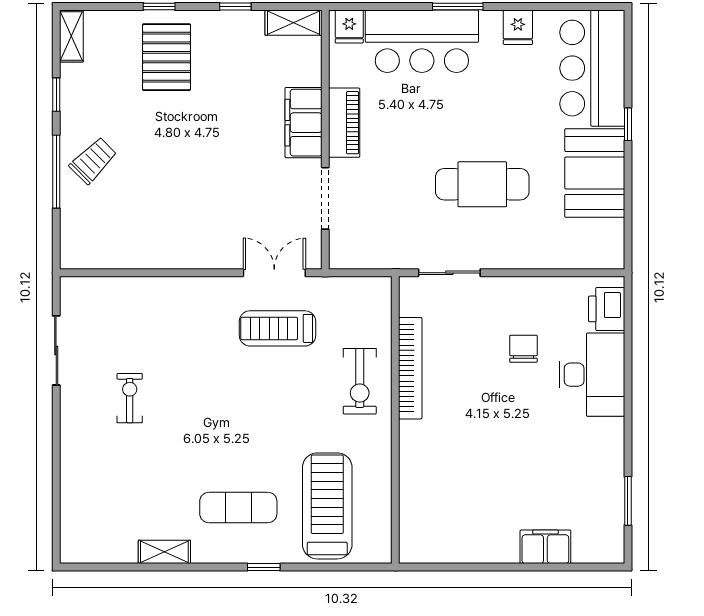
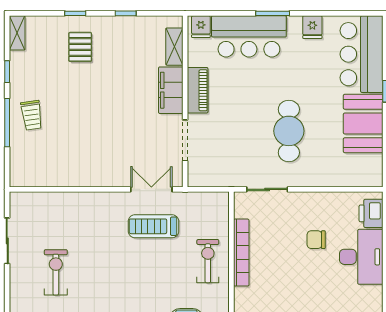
shelving: (294, 23) -> (174, 47), moved, turned 90
pallet: (167, 57) -> (80, 47), width x0.67, depth x0.71
trolley: (93, 160) -> (32, 115), turned 127
cafe table: (482, 184) -> (289, 131), turned 90
chair: (523, 349) -> (316, 240), turned -90
exercise bike: (360, 381) -> (208, 261), turned 180
exercise bike: (130, 398) -> (56, 272), width x1.38, depth x1.39

